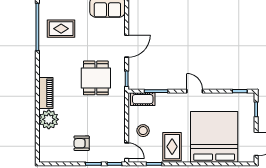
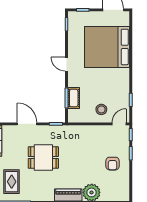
dining table: (96, 78) -> (43, 157), moved
door: (195, 91) -> (67, 64), hinge flipped
cot: (143, 99) -> (74, 98), moved
rug: (172, 147) -> (116, 84), removed

